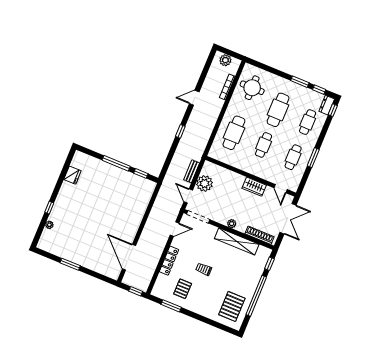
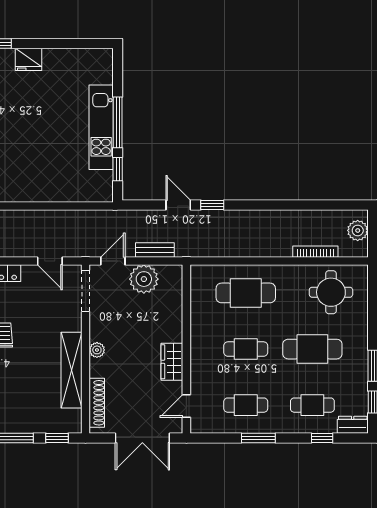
door: (194, 98) -> (178, 205), moved
window: (333, 110) -> (322, 438), moved
kitchen unit: (115, 173) -> (101, 127), added
fridge: (72, 175) -> (29, 59), moved

